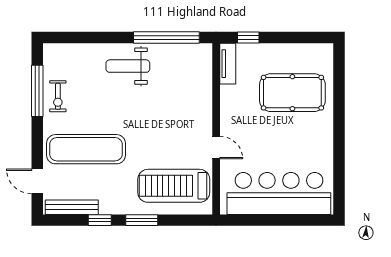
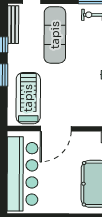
door: (216, 148) -> (56, 129), width x1.87

